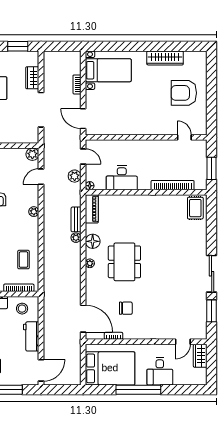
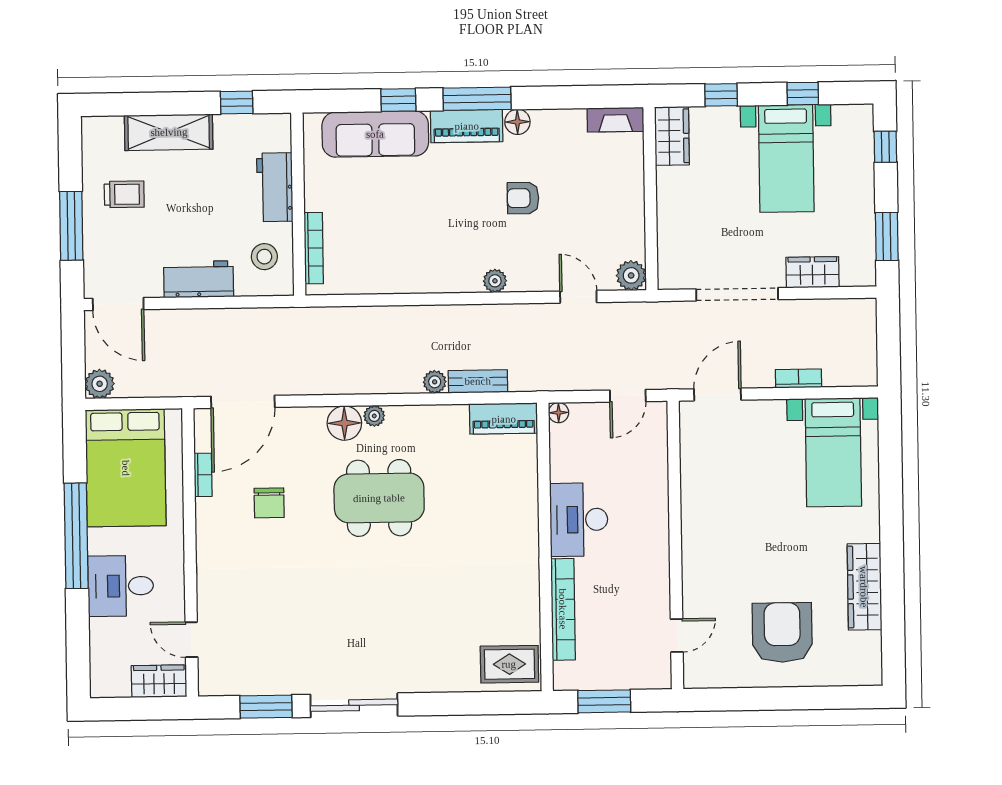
plant: (75, 176) -> (100, 384), moved
desk: (122, 178) -> (579, 520), moved
floor lamp: (93, 241) -> (344, 423), moved
coffee table: (23, 260) -> (381, 258), removed

